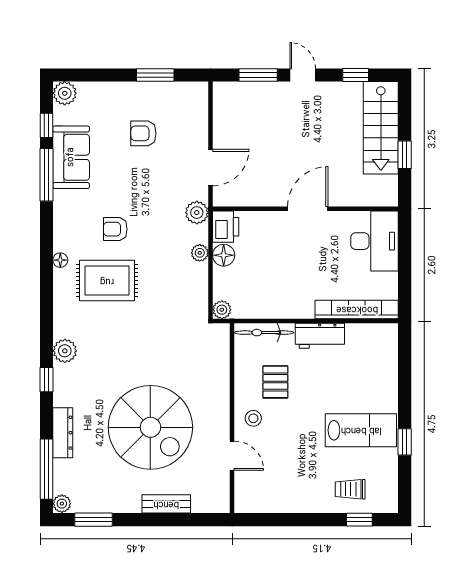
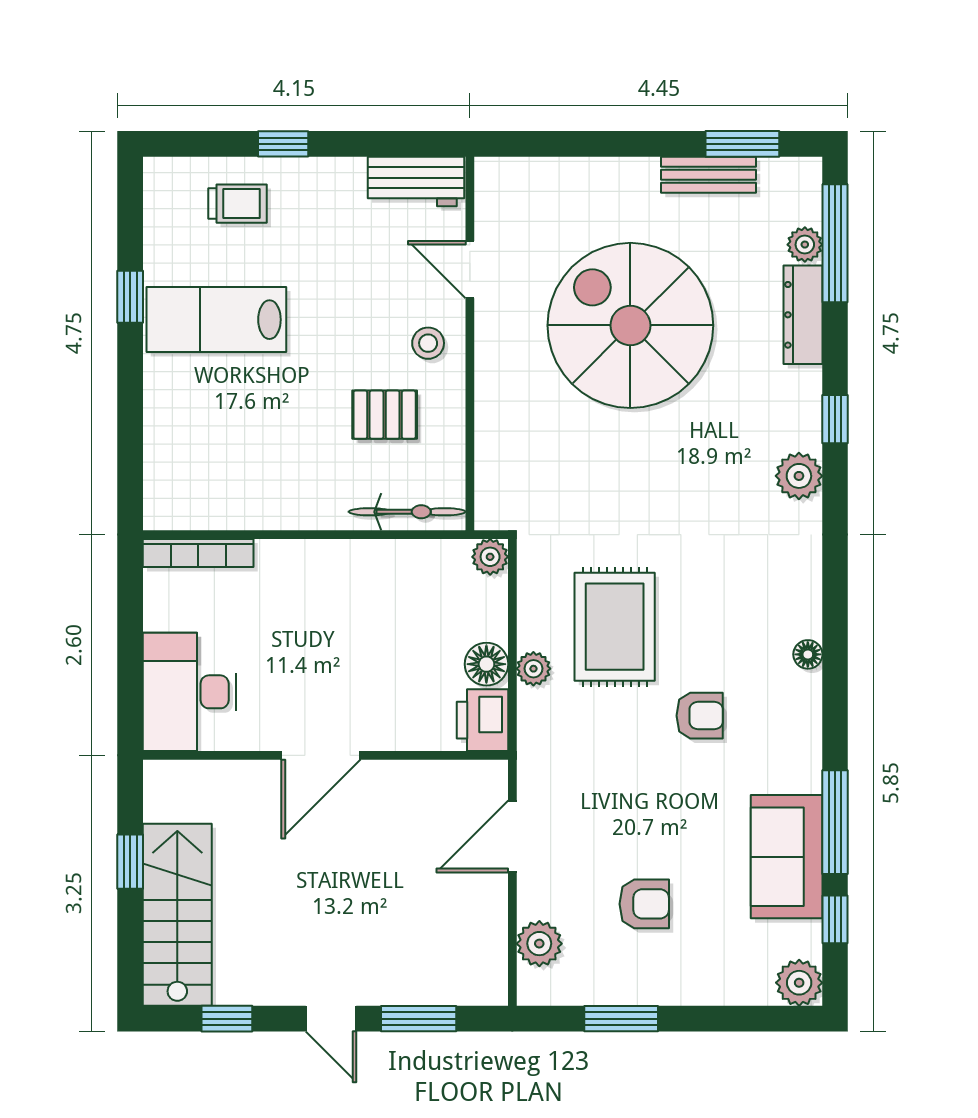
plant: (197, 213) -> (539, 944), moved
rug: (107, 281) -> (615, 627), moved, turned 90
bookcase: (357, 309) -> (198, 553), width x0.68, depth x0.76
workbench: (320, 336) -> (416, 182), moved, turned 180
pallet: (275, 382) -> (385, 415), turned 90
plant: (62, 504) -> (805, 245), moved
bench: (166, 504) -> (709, 175), moved
window: (359, 520) -> (283, 144), moved

